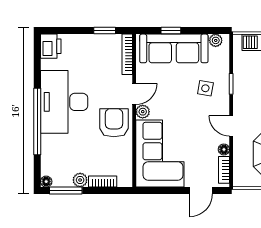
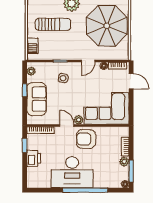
window: (171, 31) -> (25, 90), moved
printer: (51, 46) -> (34, 158), moved, turned 90
sofa: (174, 48) -> (37, 99), width x0.73

